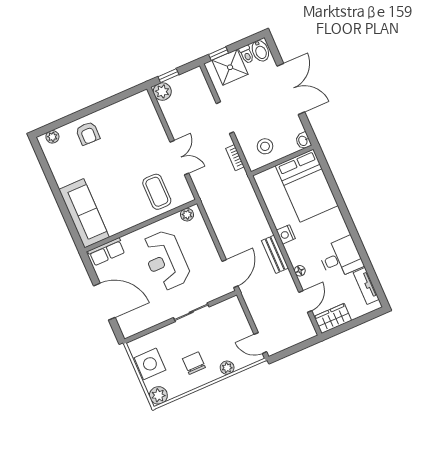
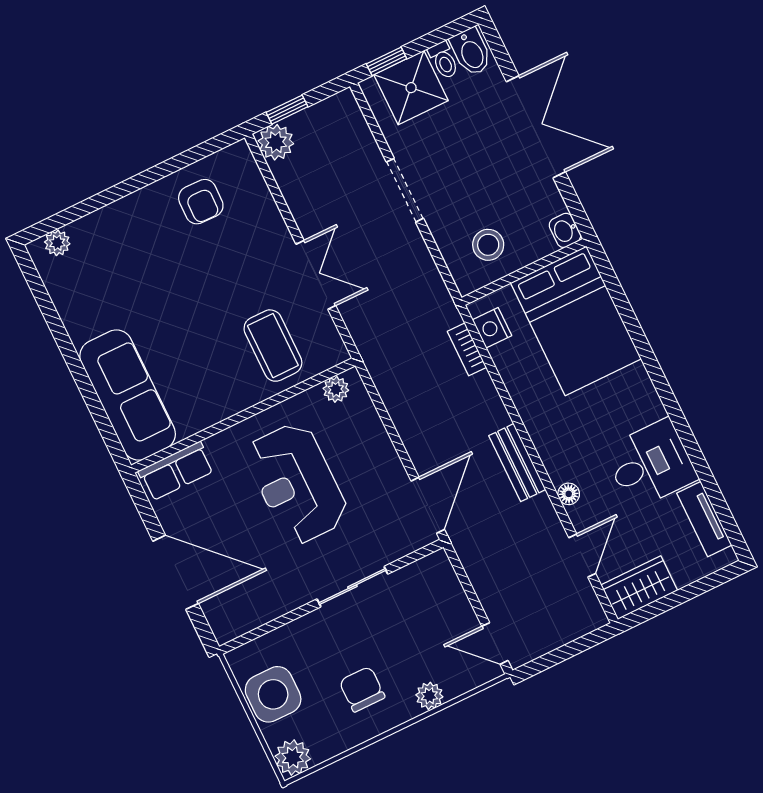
armchair: (88, 133) -> (201, 202), moved
bookcase: (235, 158) -> (467, 349), moved
nightstand: (286, 234) -> (492, 328), moved

